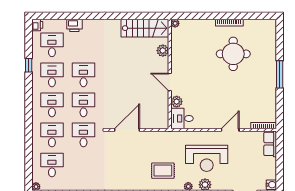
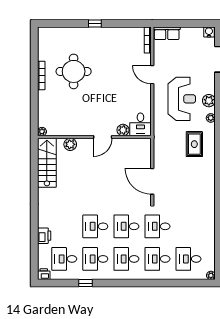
window: (280, 74) -> (95, 24), width x0.46

